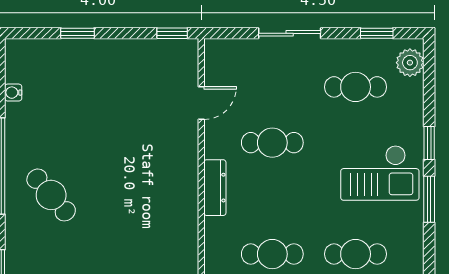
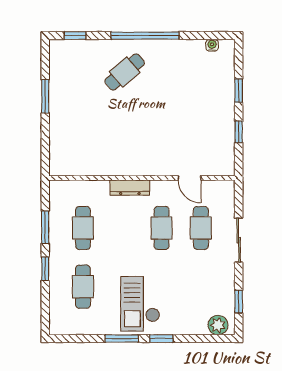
window: (172, 33) -> (239, 132), moved
cafe table: (356, 87) -> (201, 228), moved
water cooler: (13, 93) -> (212, 45), moved

